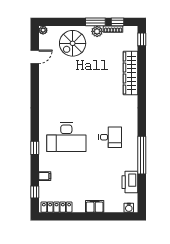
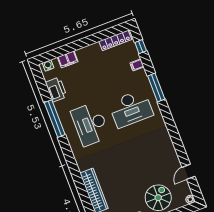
desk: (66, 137) -> (131, 109), turned 180
desk: (110, 137) -> (90, 124), width x1.87, depth x1.30
window: (35, 148) -> (156, 88), width x2.17
filing cabinet: (95, 206) -> (68, 59), moved

